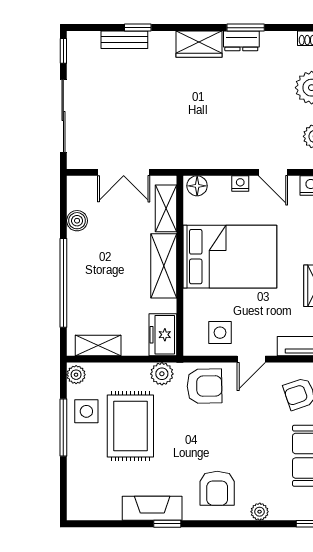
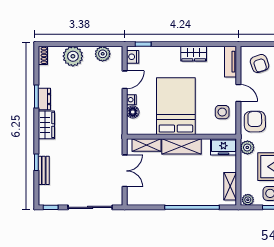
floor lamp: (197, 186) -> (133, 112), moved
boiler: (77, 221) -> (154, 199), removed

